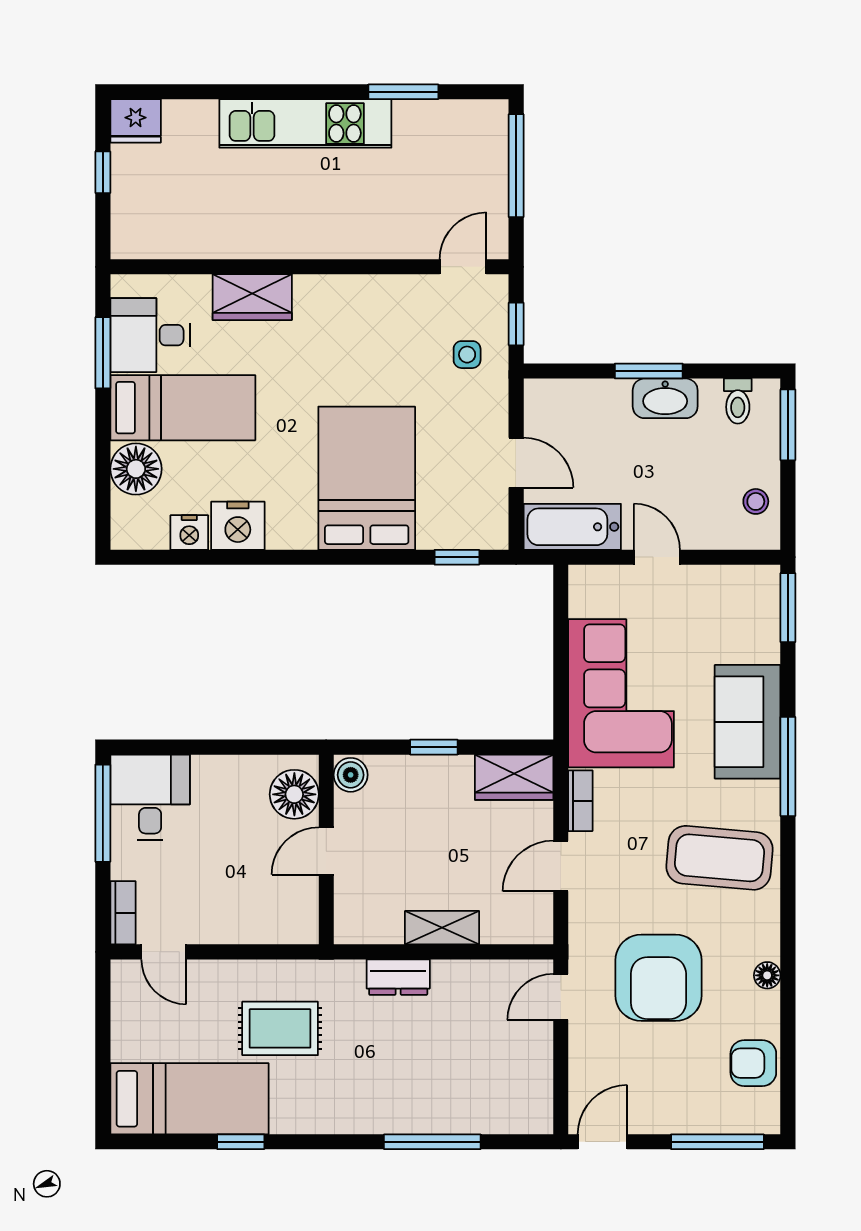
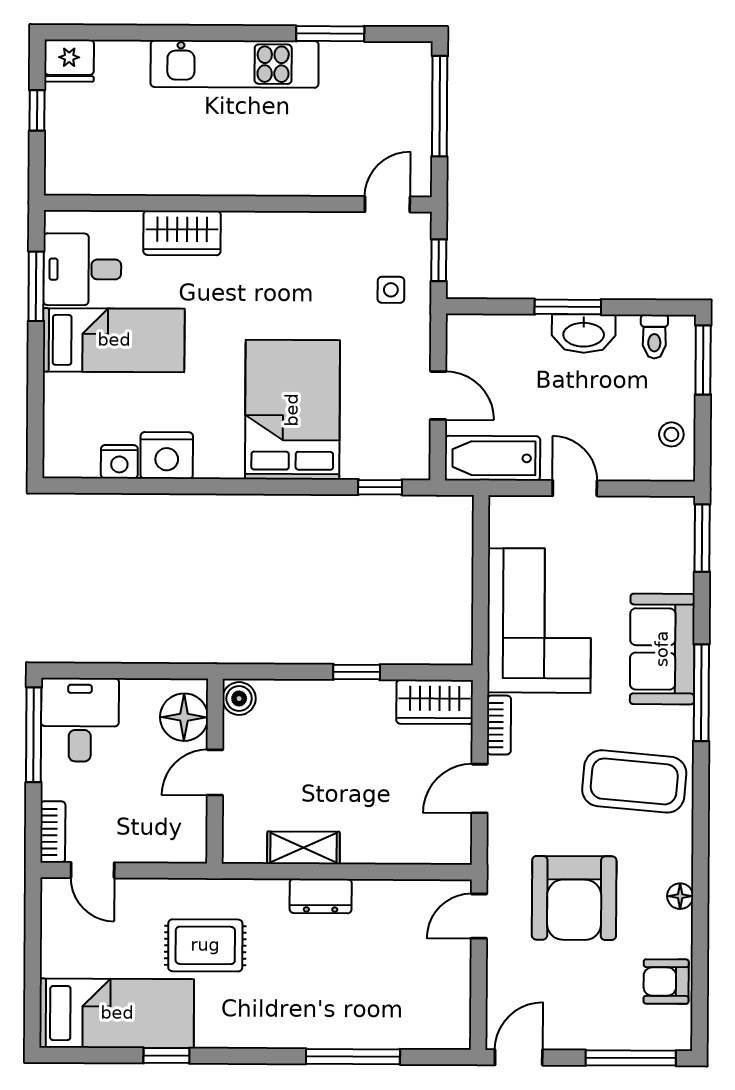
floor lamp: (136, 469) -> (68, 400), removed
boiler: (351, 775) -> (239, 699), moved
floor lamp: (294, 794) -> (184, 717), moved
wall: (326, 849) -> (215, 771), moved
door: (326, 851) -> (215, 773), moved
shelving: (442, 928) -> (303, 848), moved

